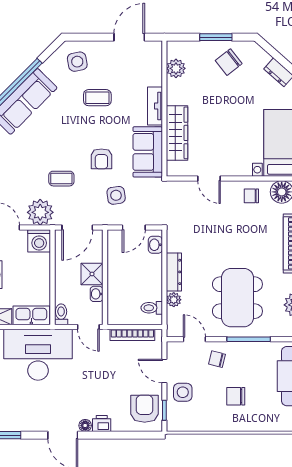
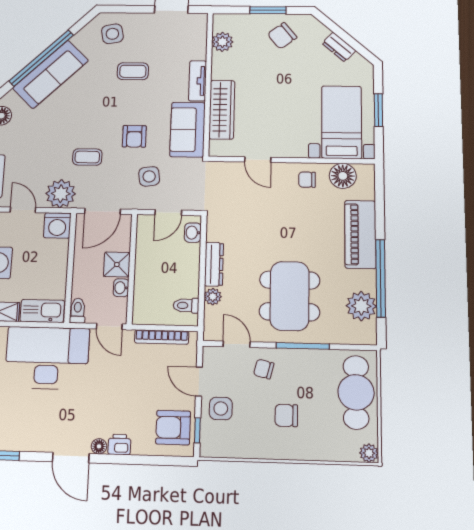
armchair: (145, 409) -> (173, 428), turned -90

